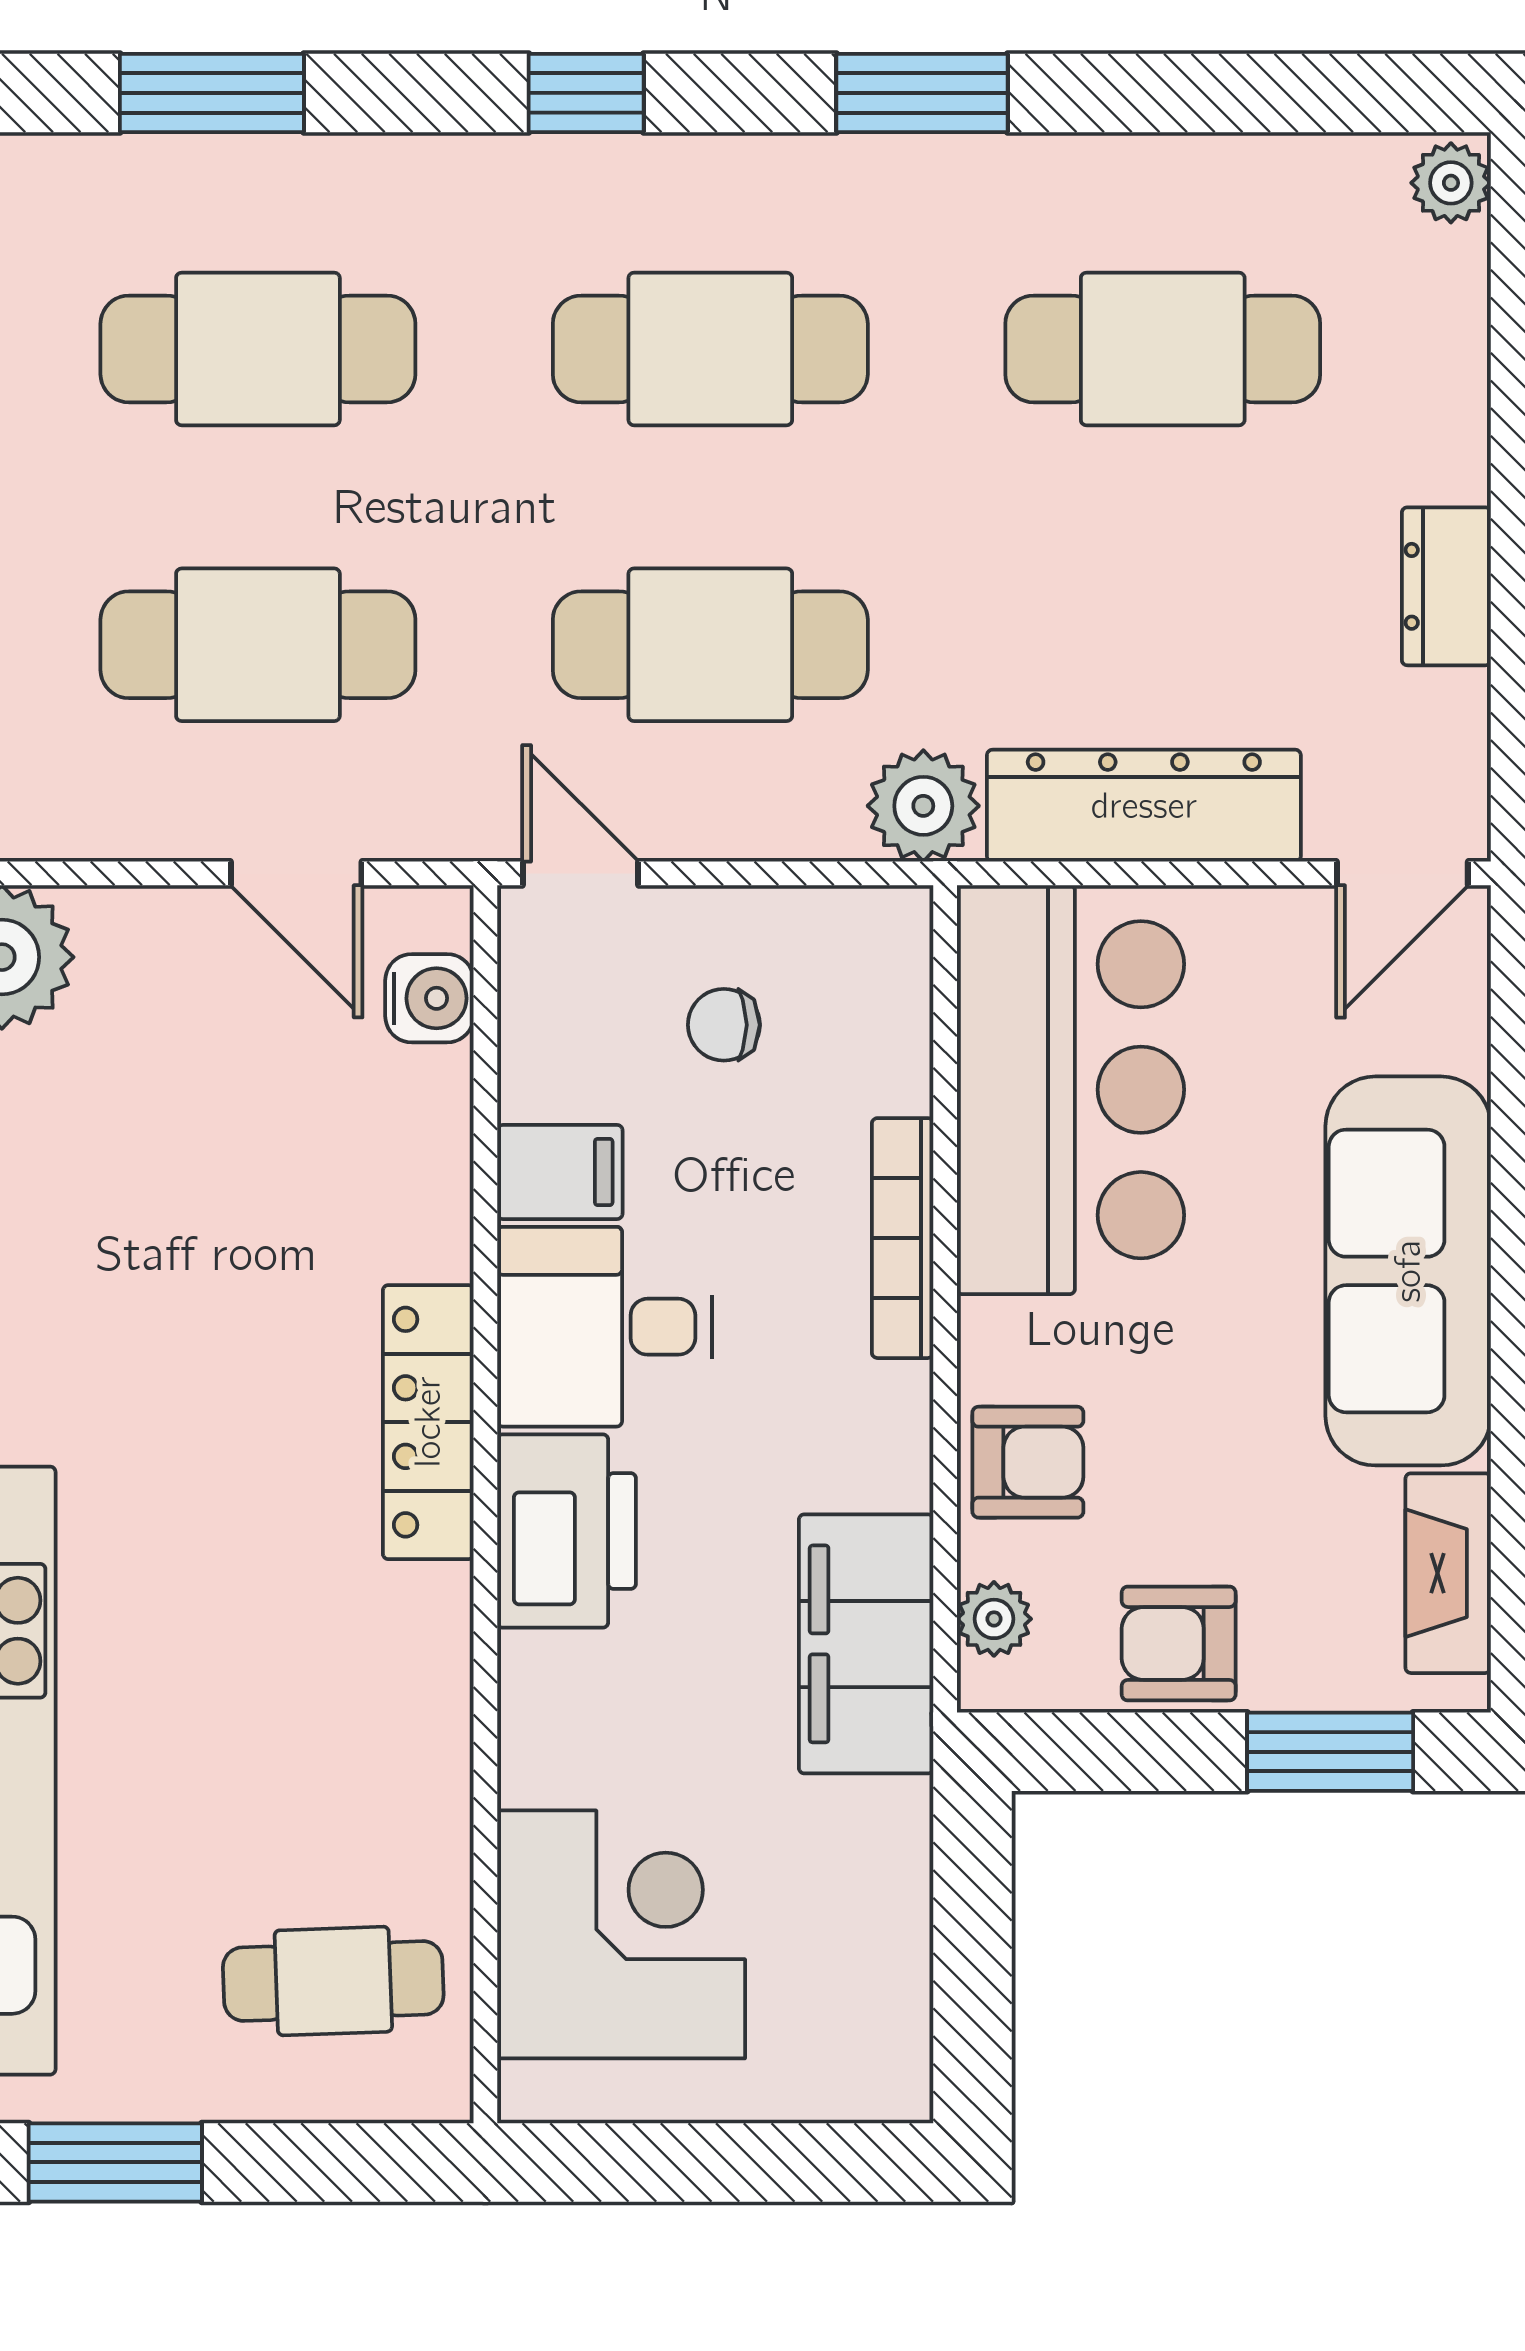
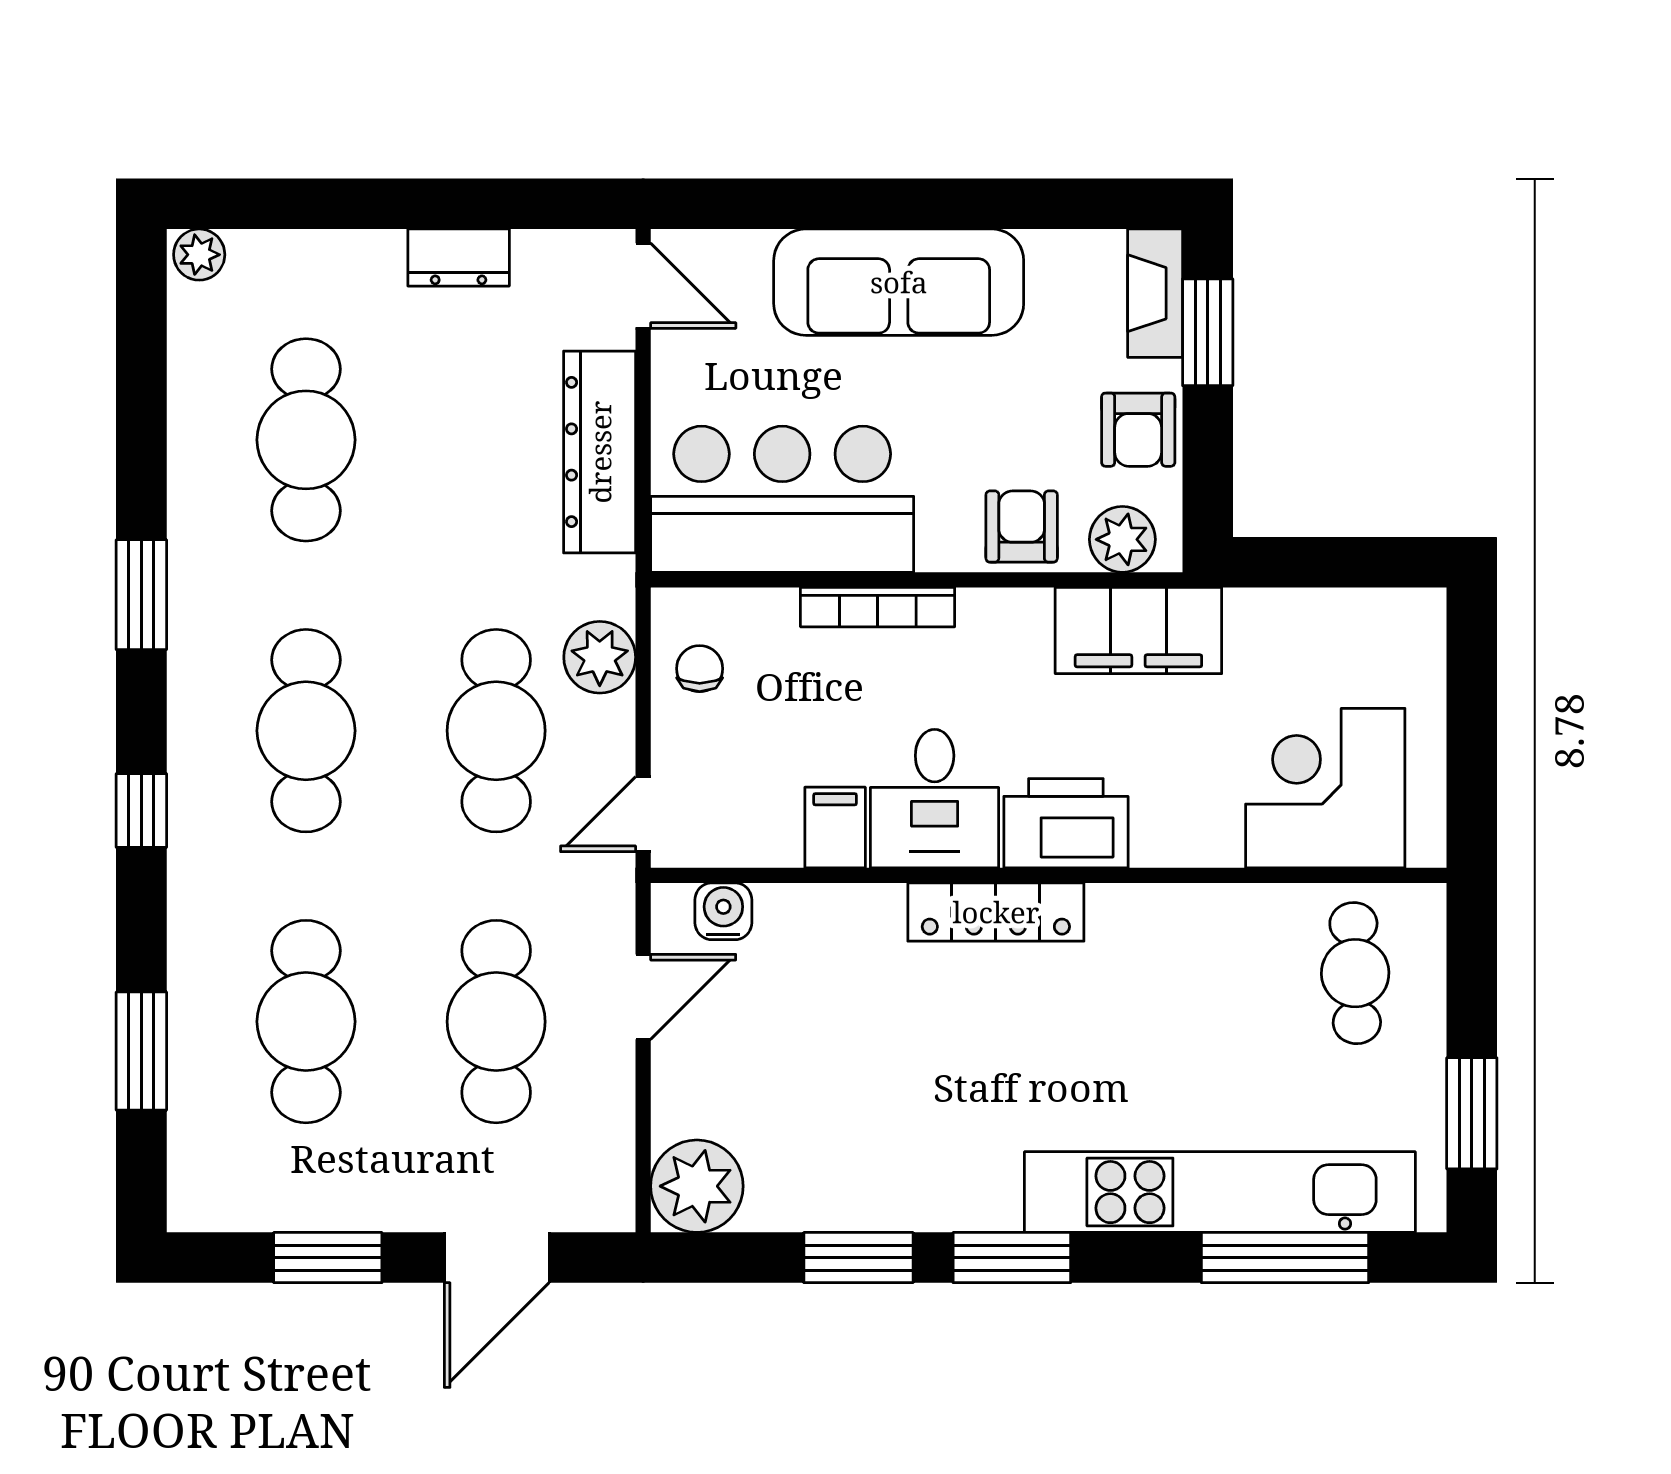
plant: (923, 806) -> (600, 657), moved
chair: (724, 1025) -> (700, 669), moved, turned 180
fireplace: (1448, 1573) -> (1155, 293), moved, turned 90
plant: (994, 1619) -> (1122, 539), width x1.38, depth x1.38

